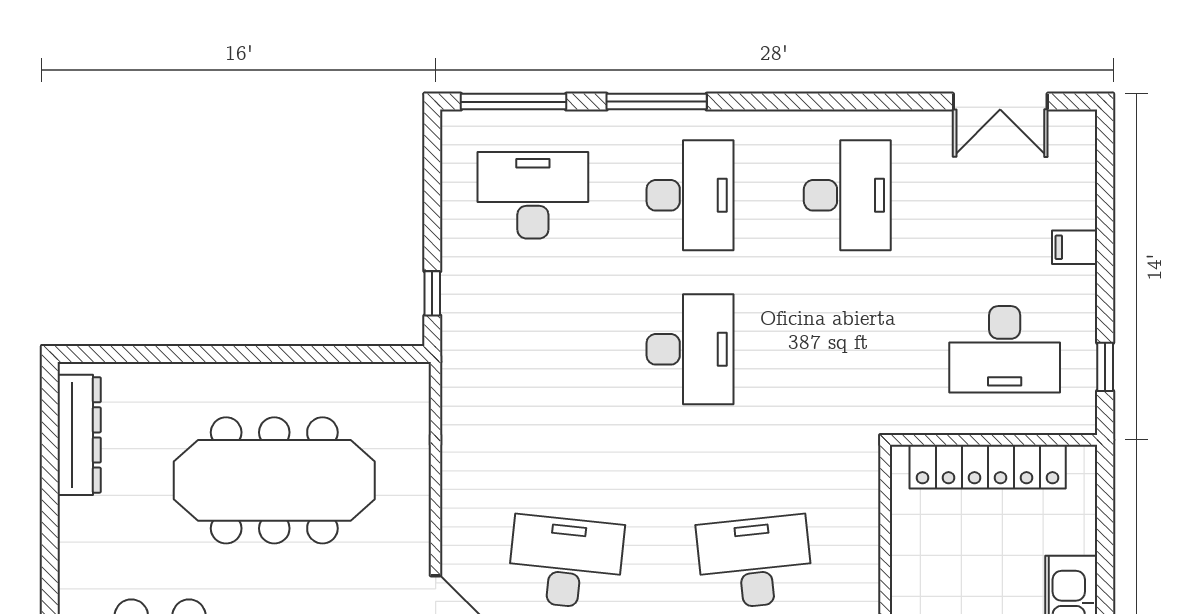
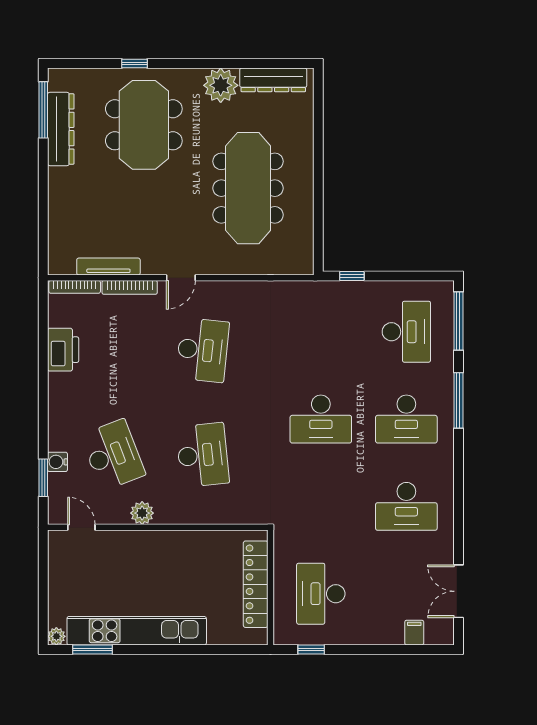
filing cabinet: (1075, 247) -> (414, 633), moved
plant: (89, 530) -> (221, 85), added

